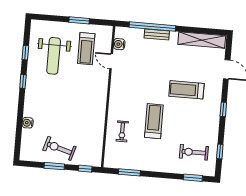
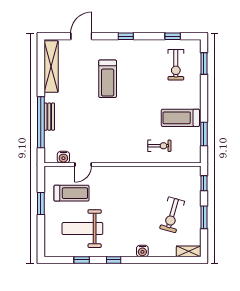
weight bench: (54, 56) -> (82, 229), turned 180
treadmill: (154, 121) -> (180, 118), moved
water cooler: (28, 123) -> (142, 251), moved
exercise bike: (59, 148) -> (172, 215), moved
shelving: (25, 150) -> (189, 251), added

